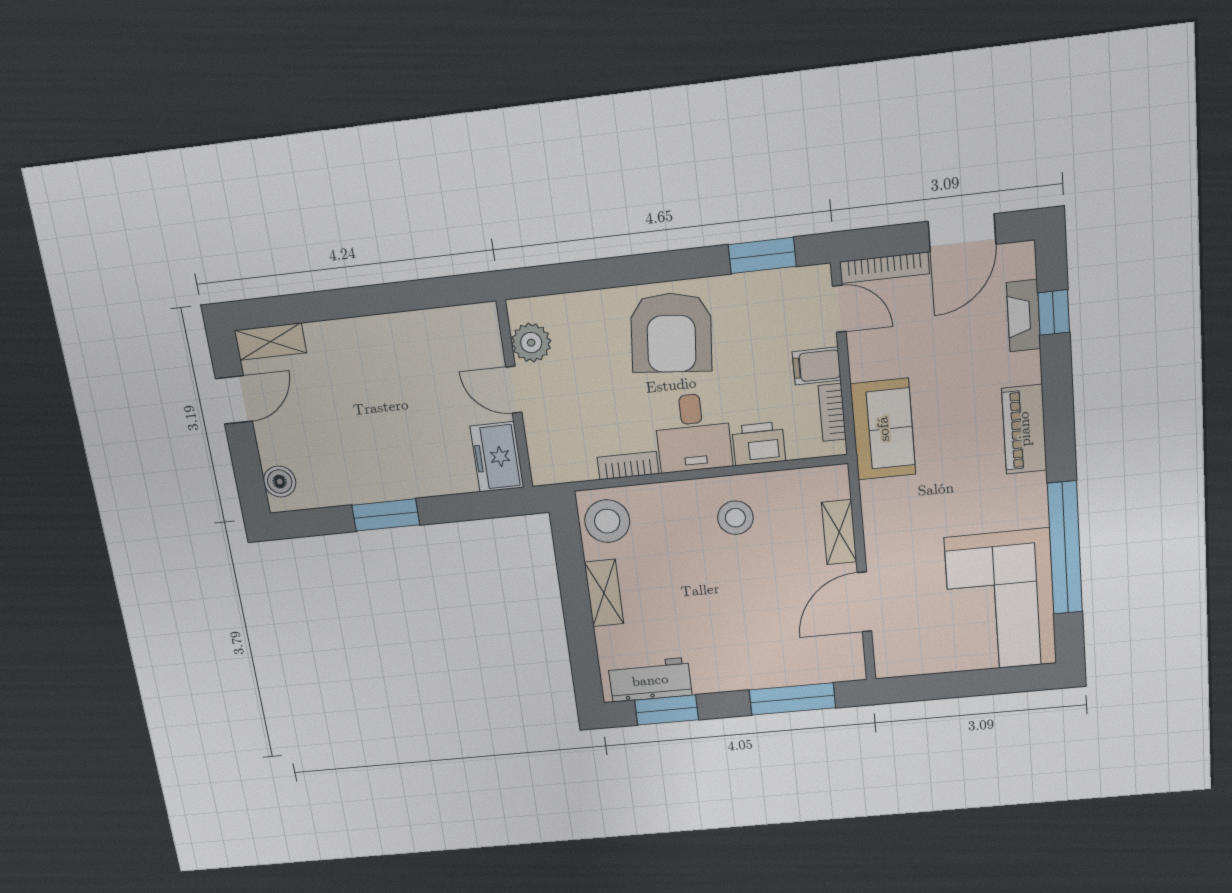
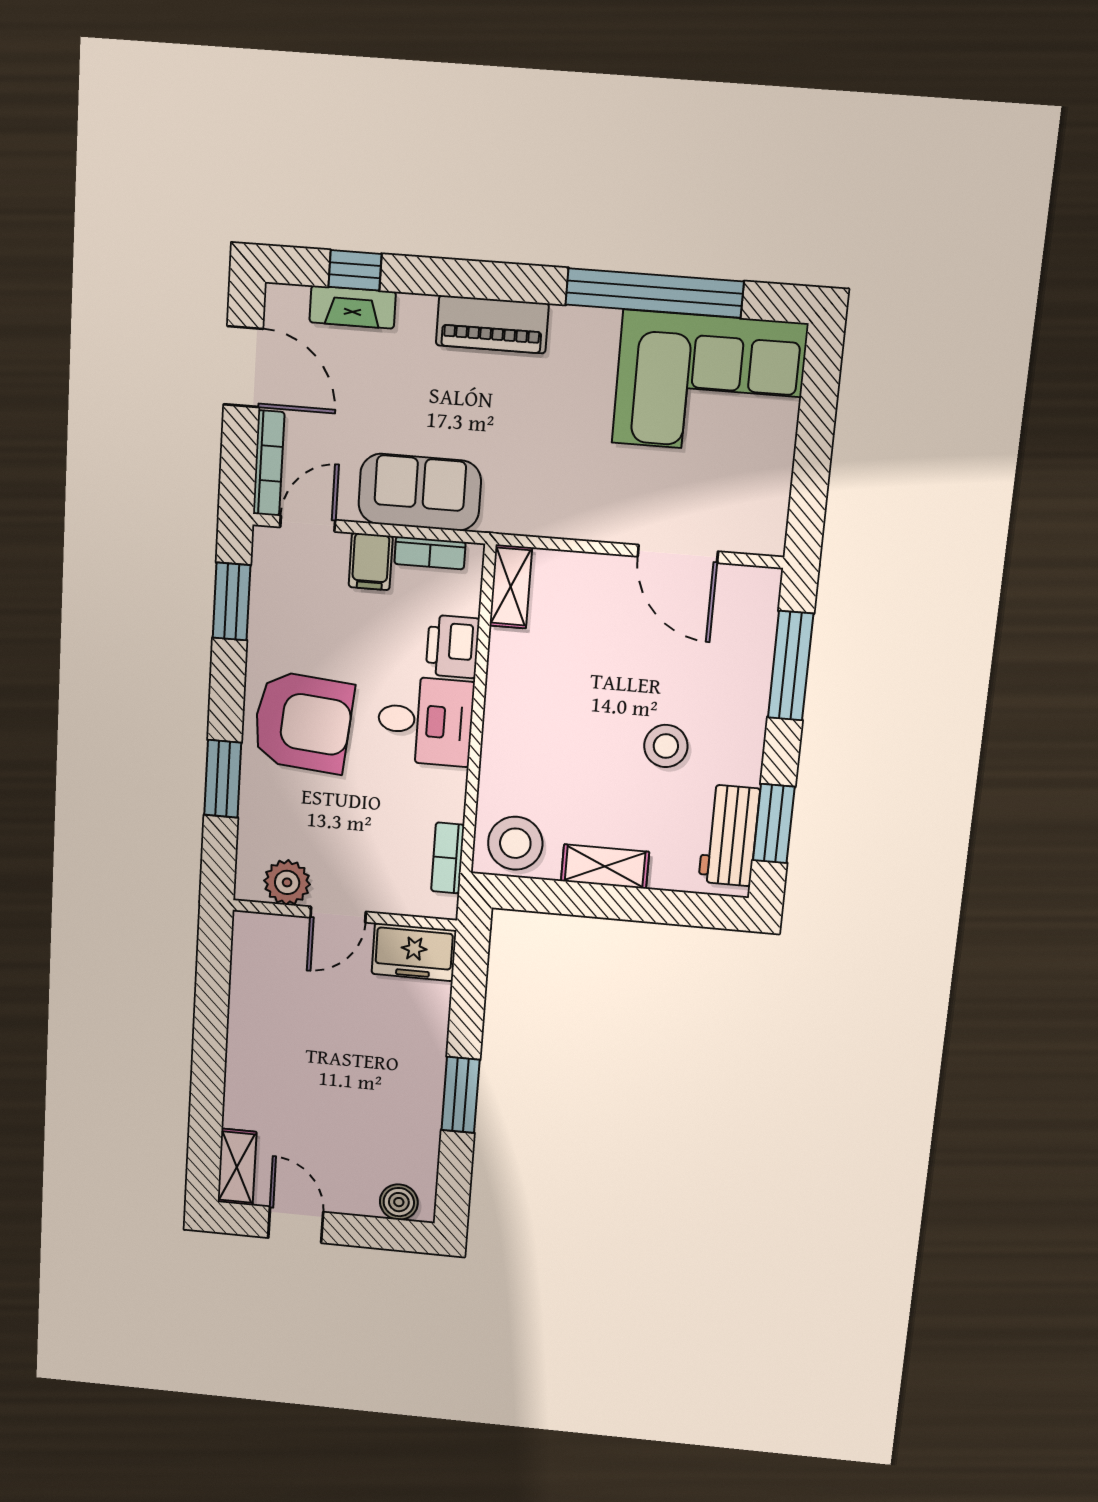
window: (608, 273) -> (223, 779), added
sofa: (883, 429) -> (420, 492), moved
bookcase: (628, 466) -> (448, 858), moved
stool: (735, 518) -> (666, 746), moved
shelving: (839, 532) -> (511, 587), moved, turned 90

